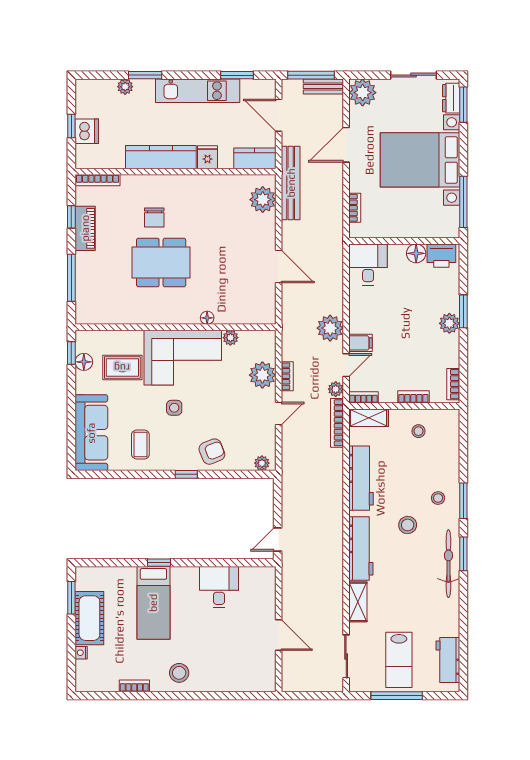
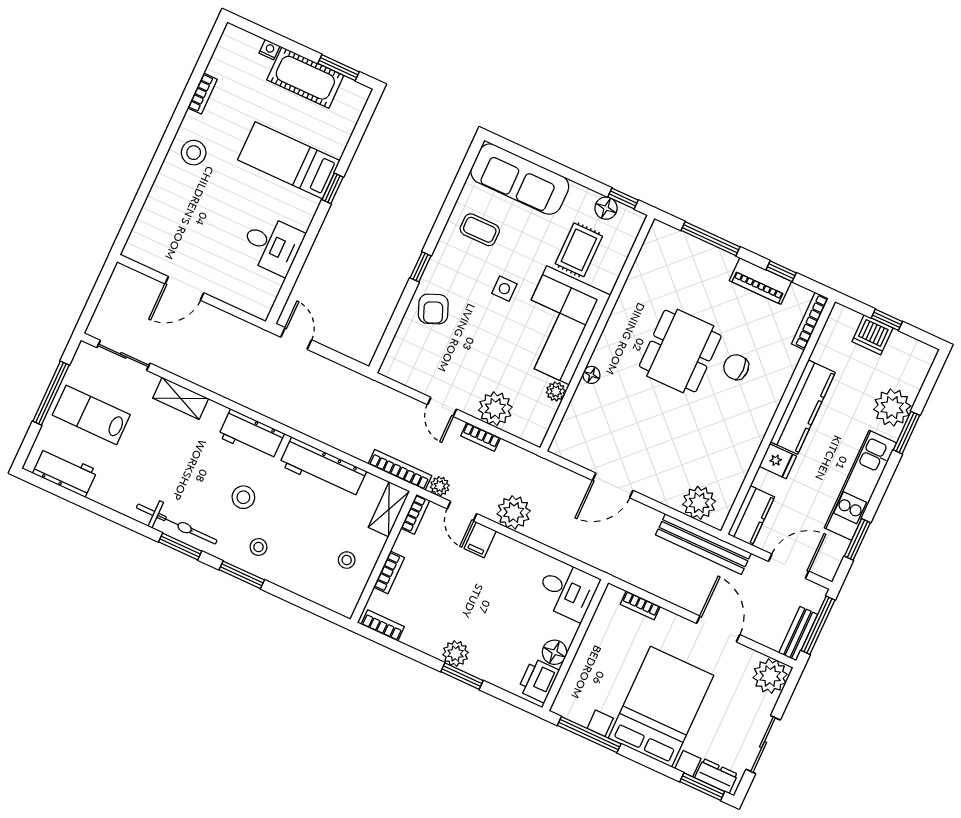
plant: (125, 87) -> (892, 408), width x1.87, depth x1.87
plant: (262, 463) -> (393, 361), removed
workbench: (361, 548) -> (251, 435), width x0.73

